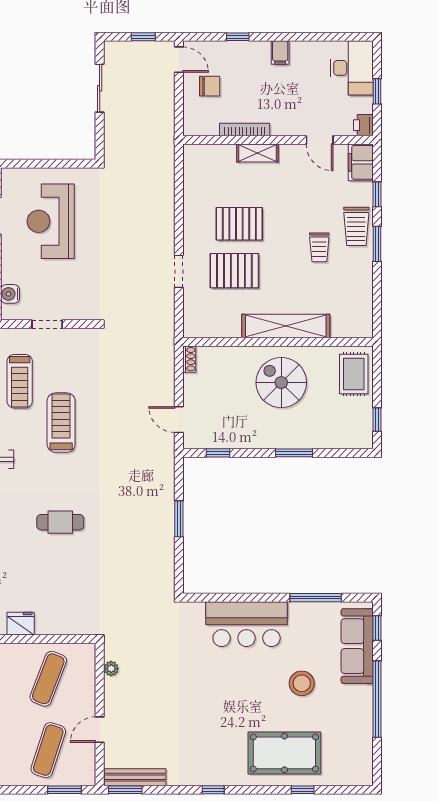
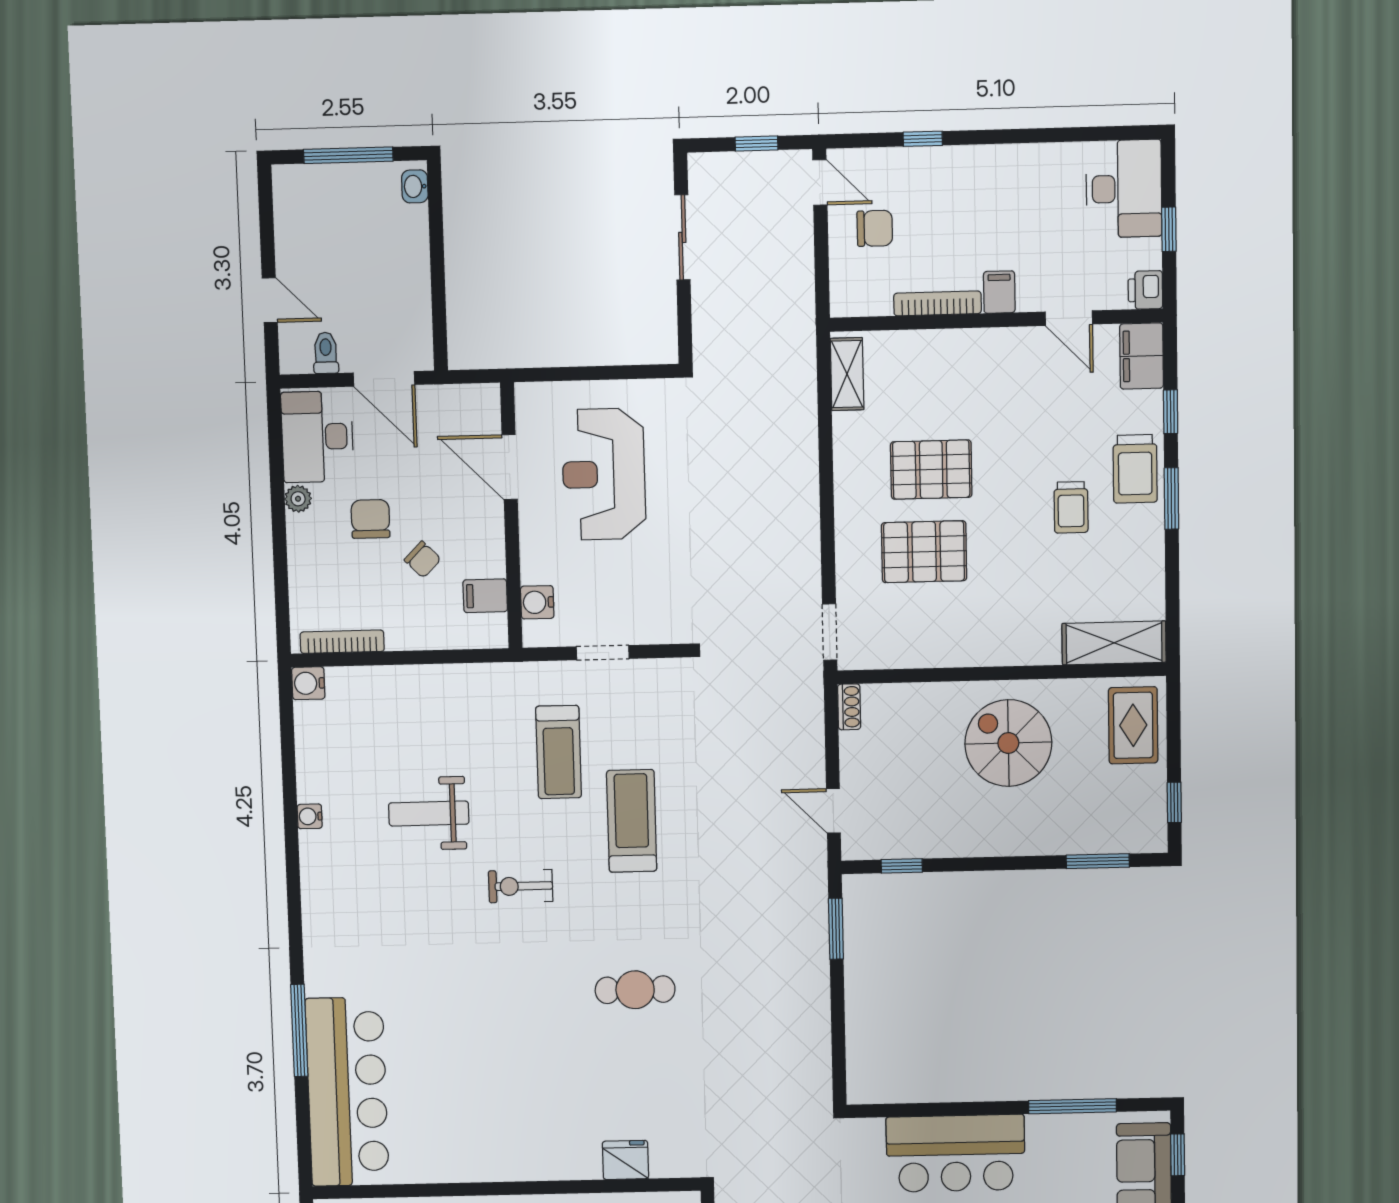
filing cabinet: (280, 53) -> (999, 292), moved, turned 180
shelving: (257, 153) -> (847, 374), moved, turned 90
doorway: (179, 271) -> (830, 632), moved
shelving: (286, 326) -> (1114, 643), moved, width x0.68
window: (294, 453) -> (1098, 861), moved
window: (179, 519) -> (836, 929), moved
fridge: (21, 624) -> (625, 1160), moved

